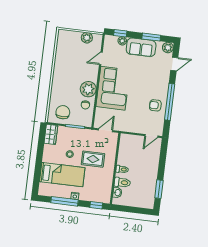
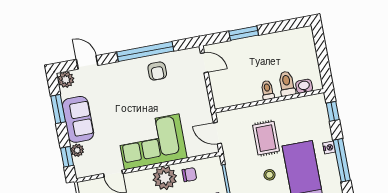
window: (159, 189) -> (244, 33), moved

